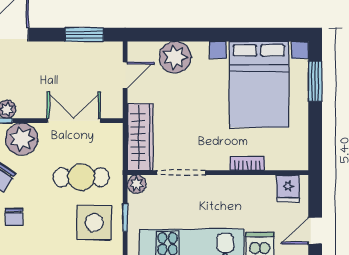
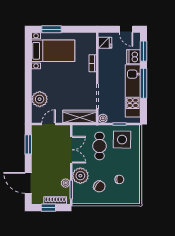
door: (125, 75) -> (49, 124), hinge flipped
bed with nightstands: (259, 84) -> (53, 51), width x0.73
double door: (74, 121) -> (71, 150), swing flipped

